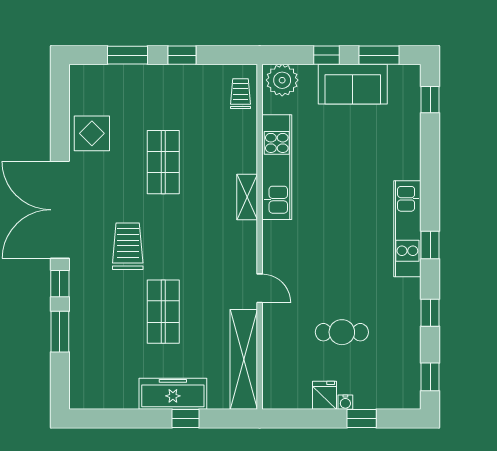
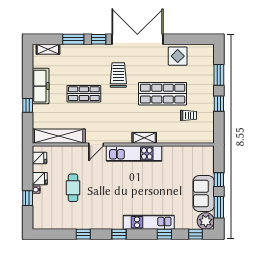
plant: (282, 80) -> (206, 221), moved
trolley: (241, 94) -> (188, 115), moved
shop shelf: (163, 162) -> (163, 94), width x1.43, depth x1.36
kitchen unit: (277, 167) -> (134, 153), moved
kitchen unit: (407, 229) -> (149, 222), moved
trolley: (128, 246) -> (118, 75), turned -90
window: (430, 377) -> (164, 234), moved
shelving: (79, 380) -> (48, 49), added
freezer: (173, 394) -> (41, 86), moved
fridge: (285, 396) -> (39, 158), added

